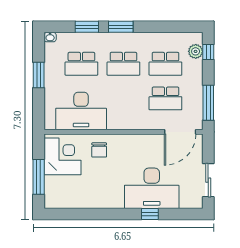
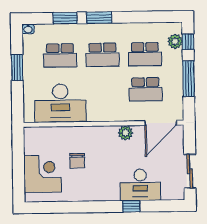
window: (208, 103) -> (188, 79), moved
plant: (145, 141) -> (125, 133), added
chair: (99, 150) -> (77, 161), moved
corner desk: (63, 156) -> (43, 174), moved
window: (39, 177) -> (19, 170), removed
desk: (152, 188) -> (140, 185), width x0.73, depth x0.77

